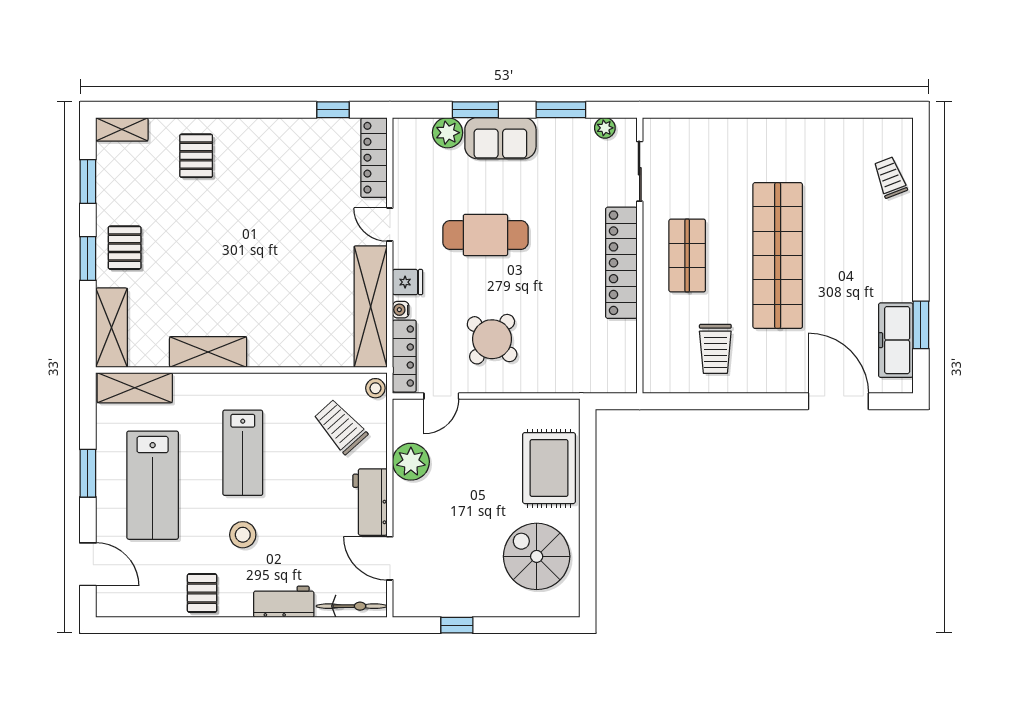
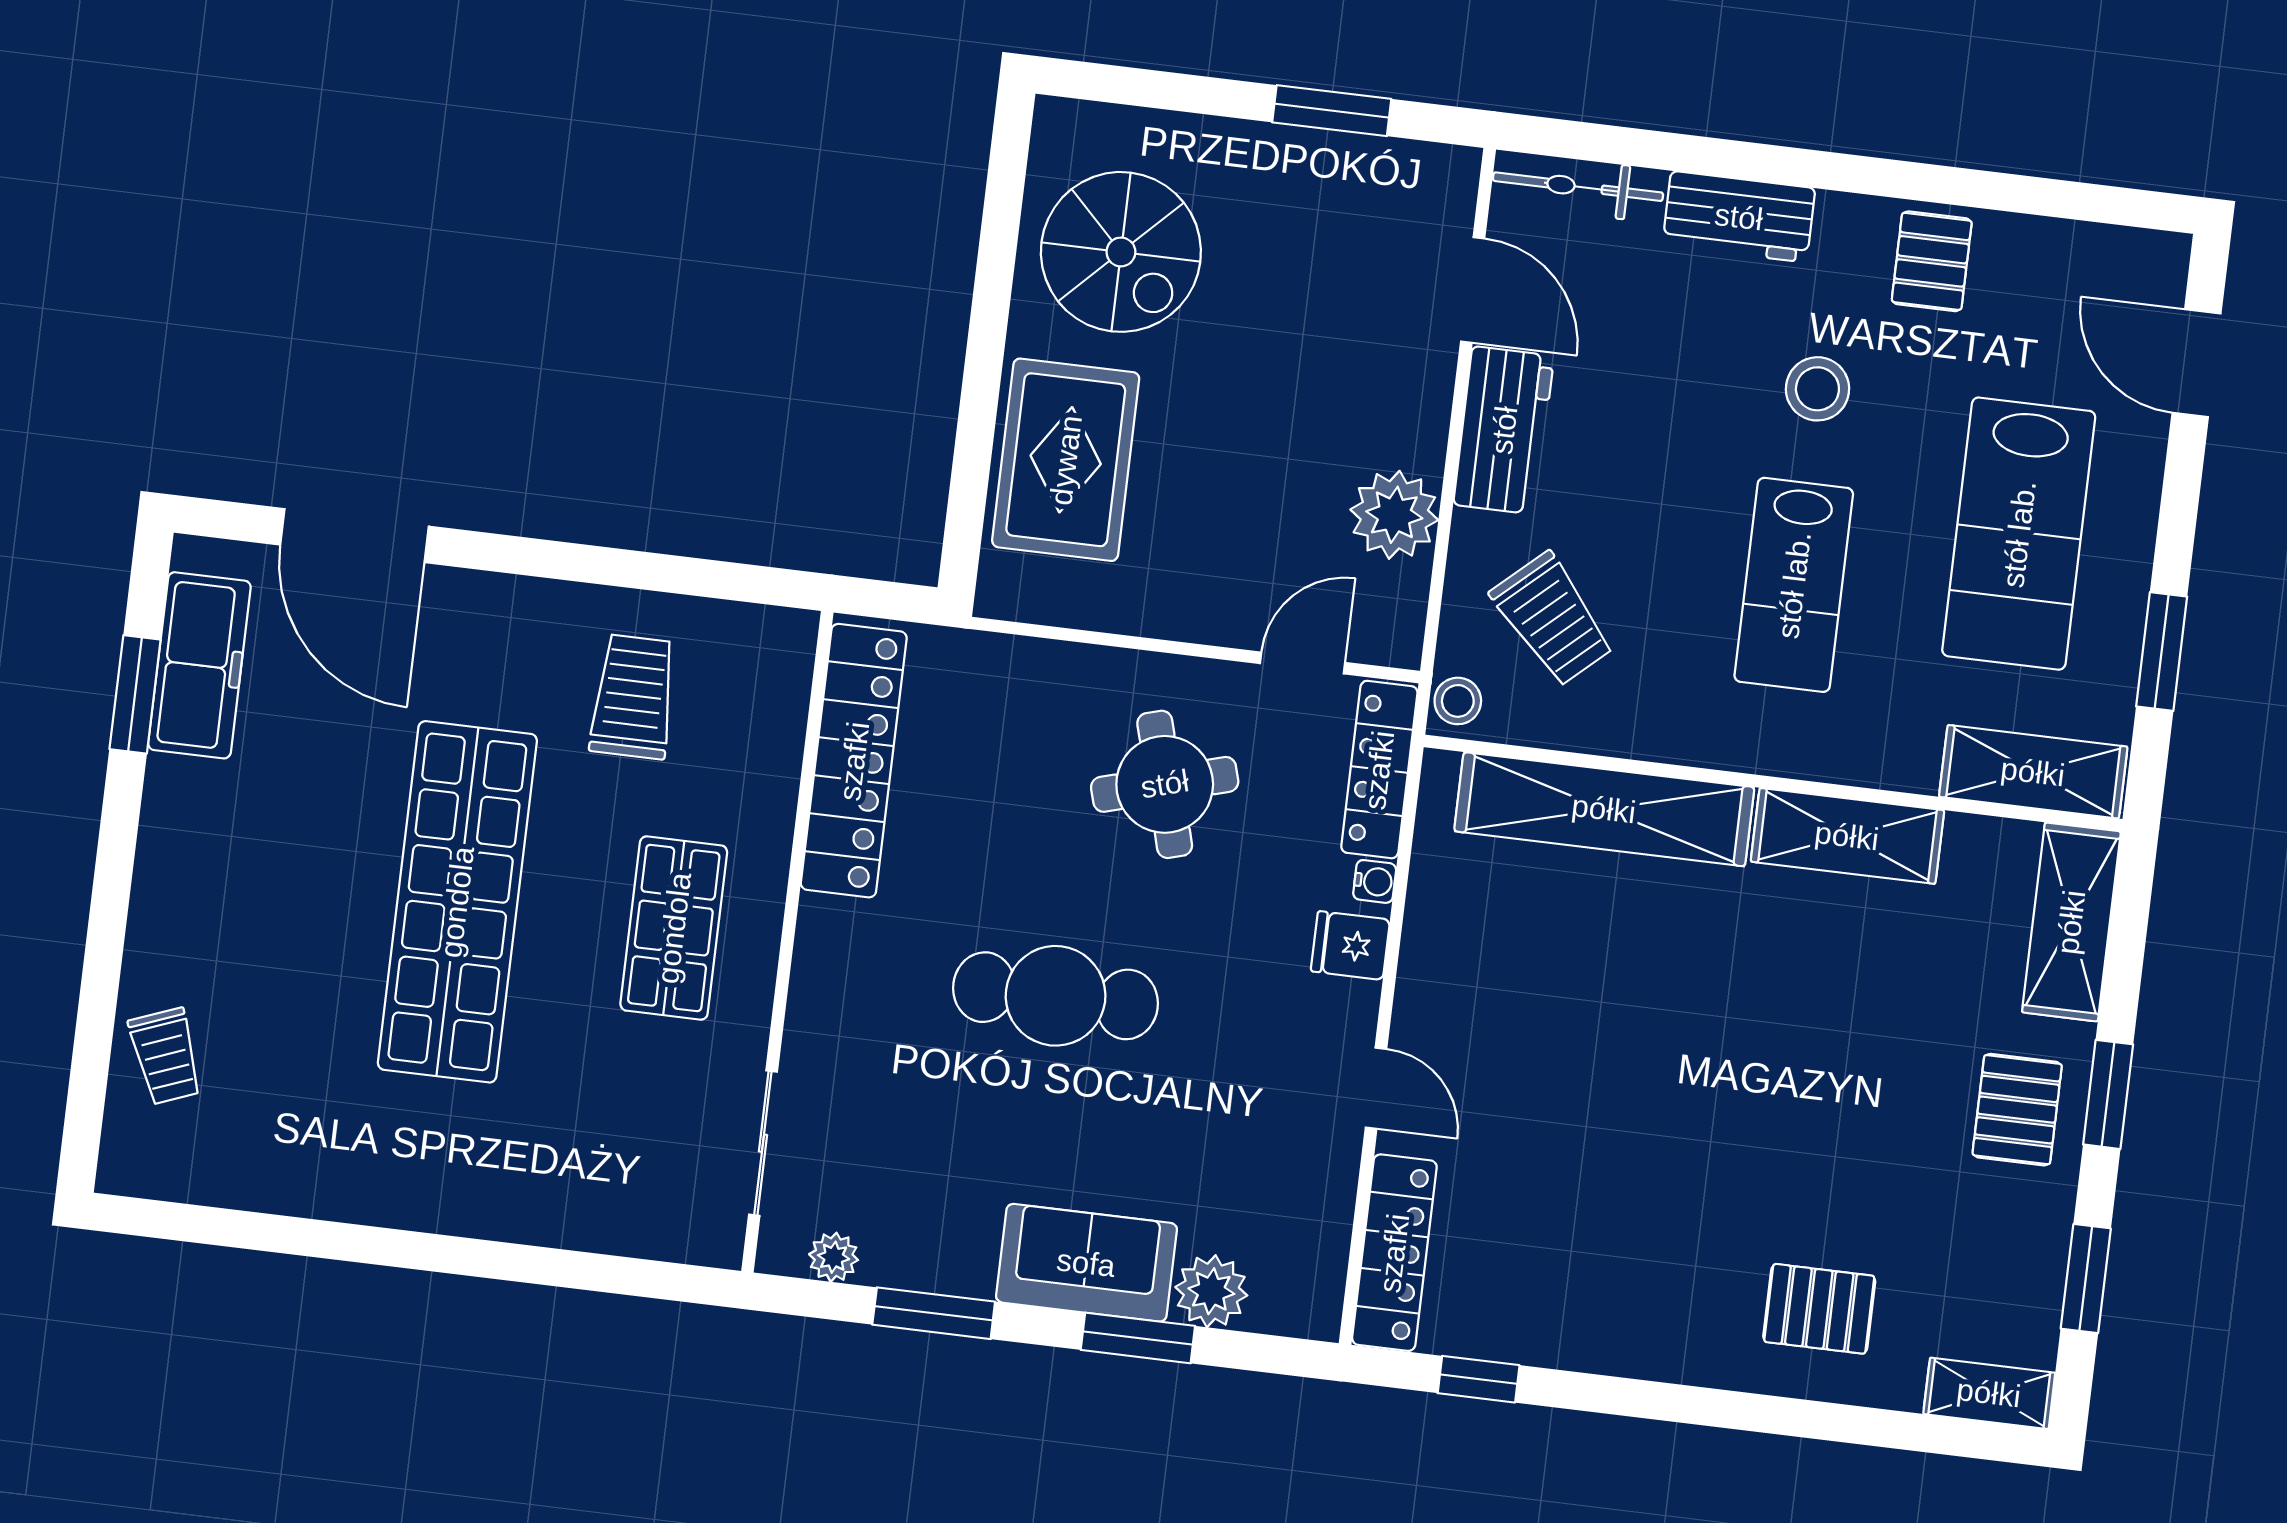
pallet: (196, 156) -> (1819, 1309), turned 90
cafe table: (485, 235) -> (1056, 996), moved
locker: (621, 263) -> (854, 761), moved
shelving: (371, 307) -> (1604, 809), moved, turned 90
round table: (492, 339) -> (1165, 784), turned 33
lab bench: (243, 453) -> (1794, 585), turned 180
window: (88, 473) -> (2162, 651), moved
lab bench: (153, 485) -> (2019, 534), turned 180
window: (457, 625) -> (1332, 111), width x1.50

